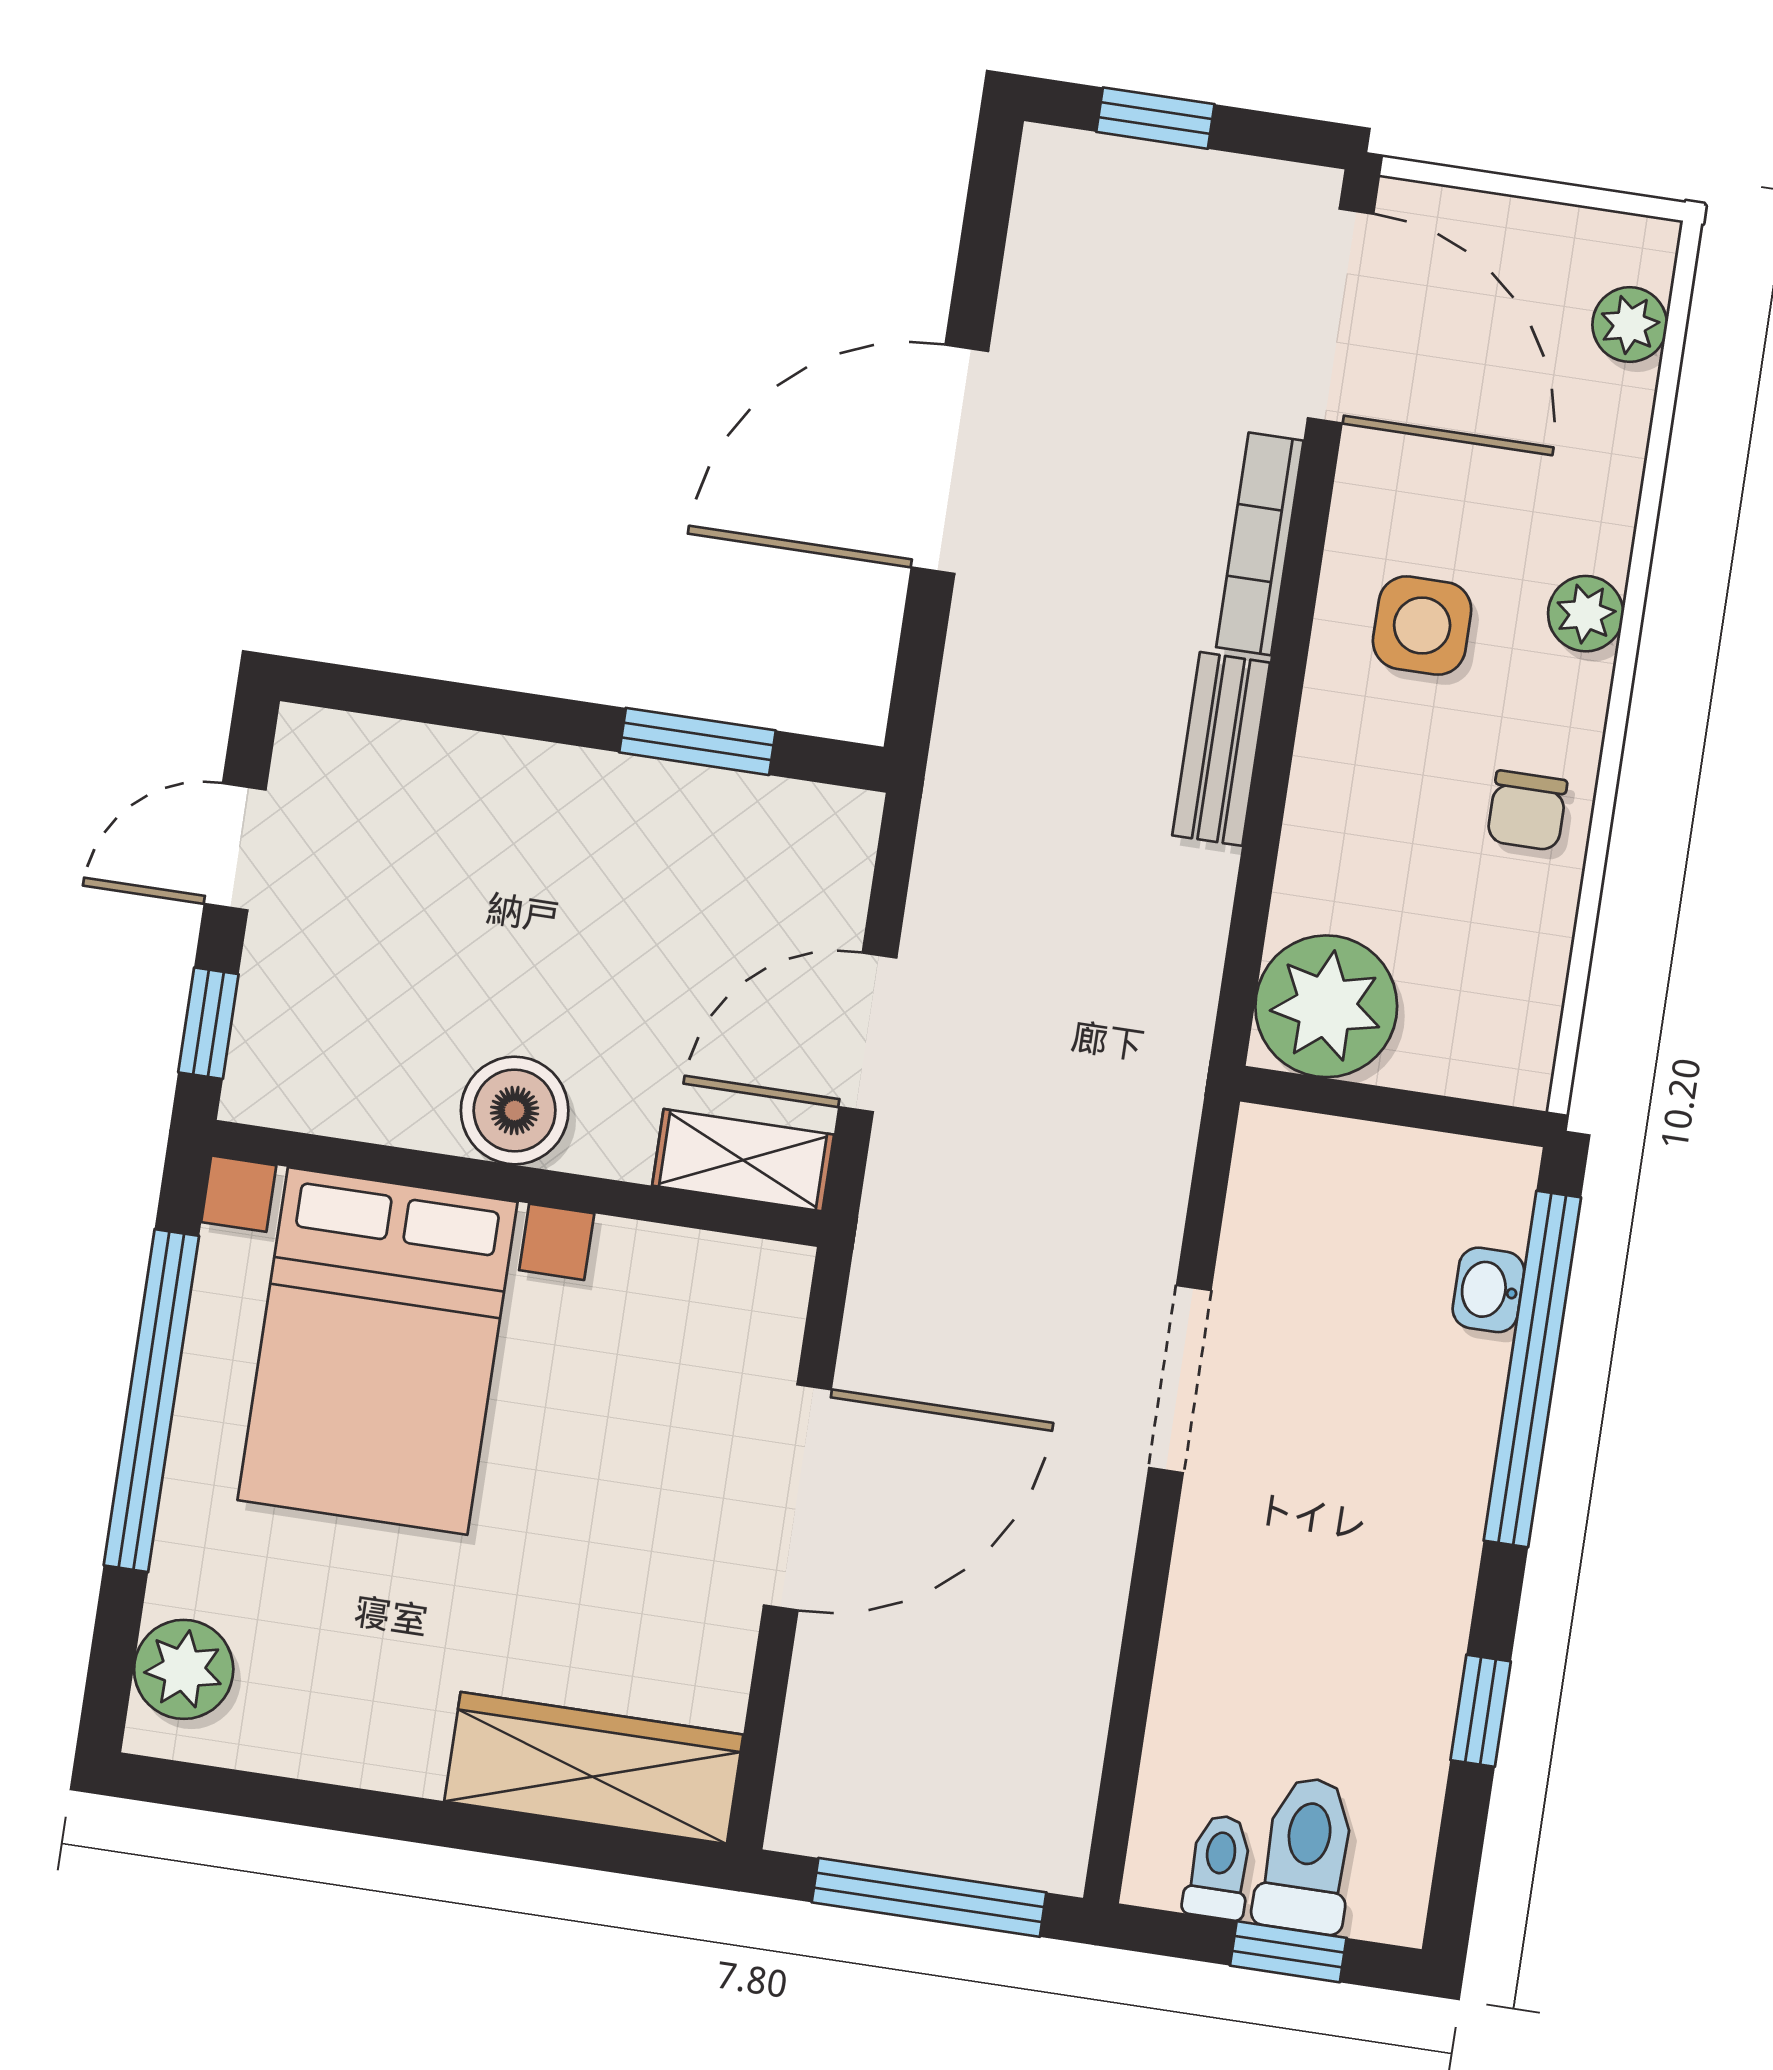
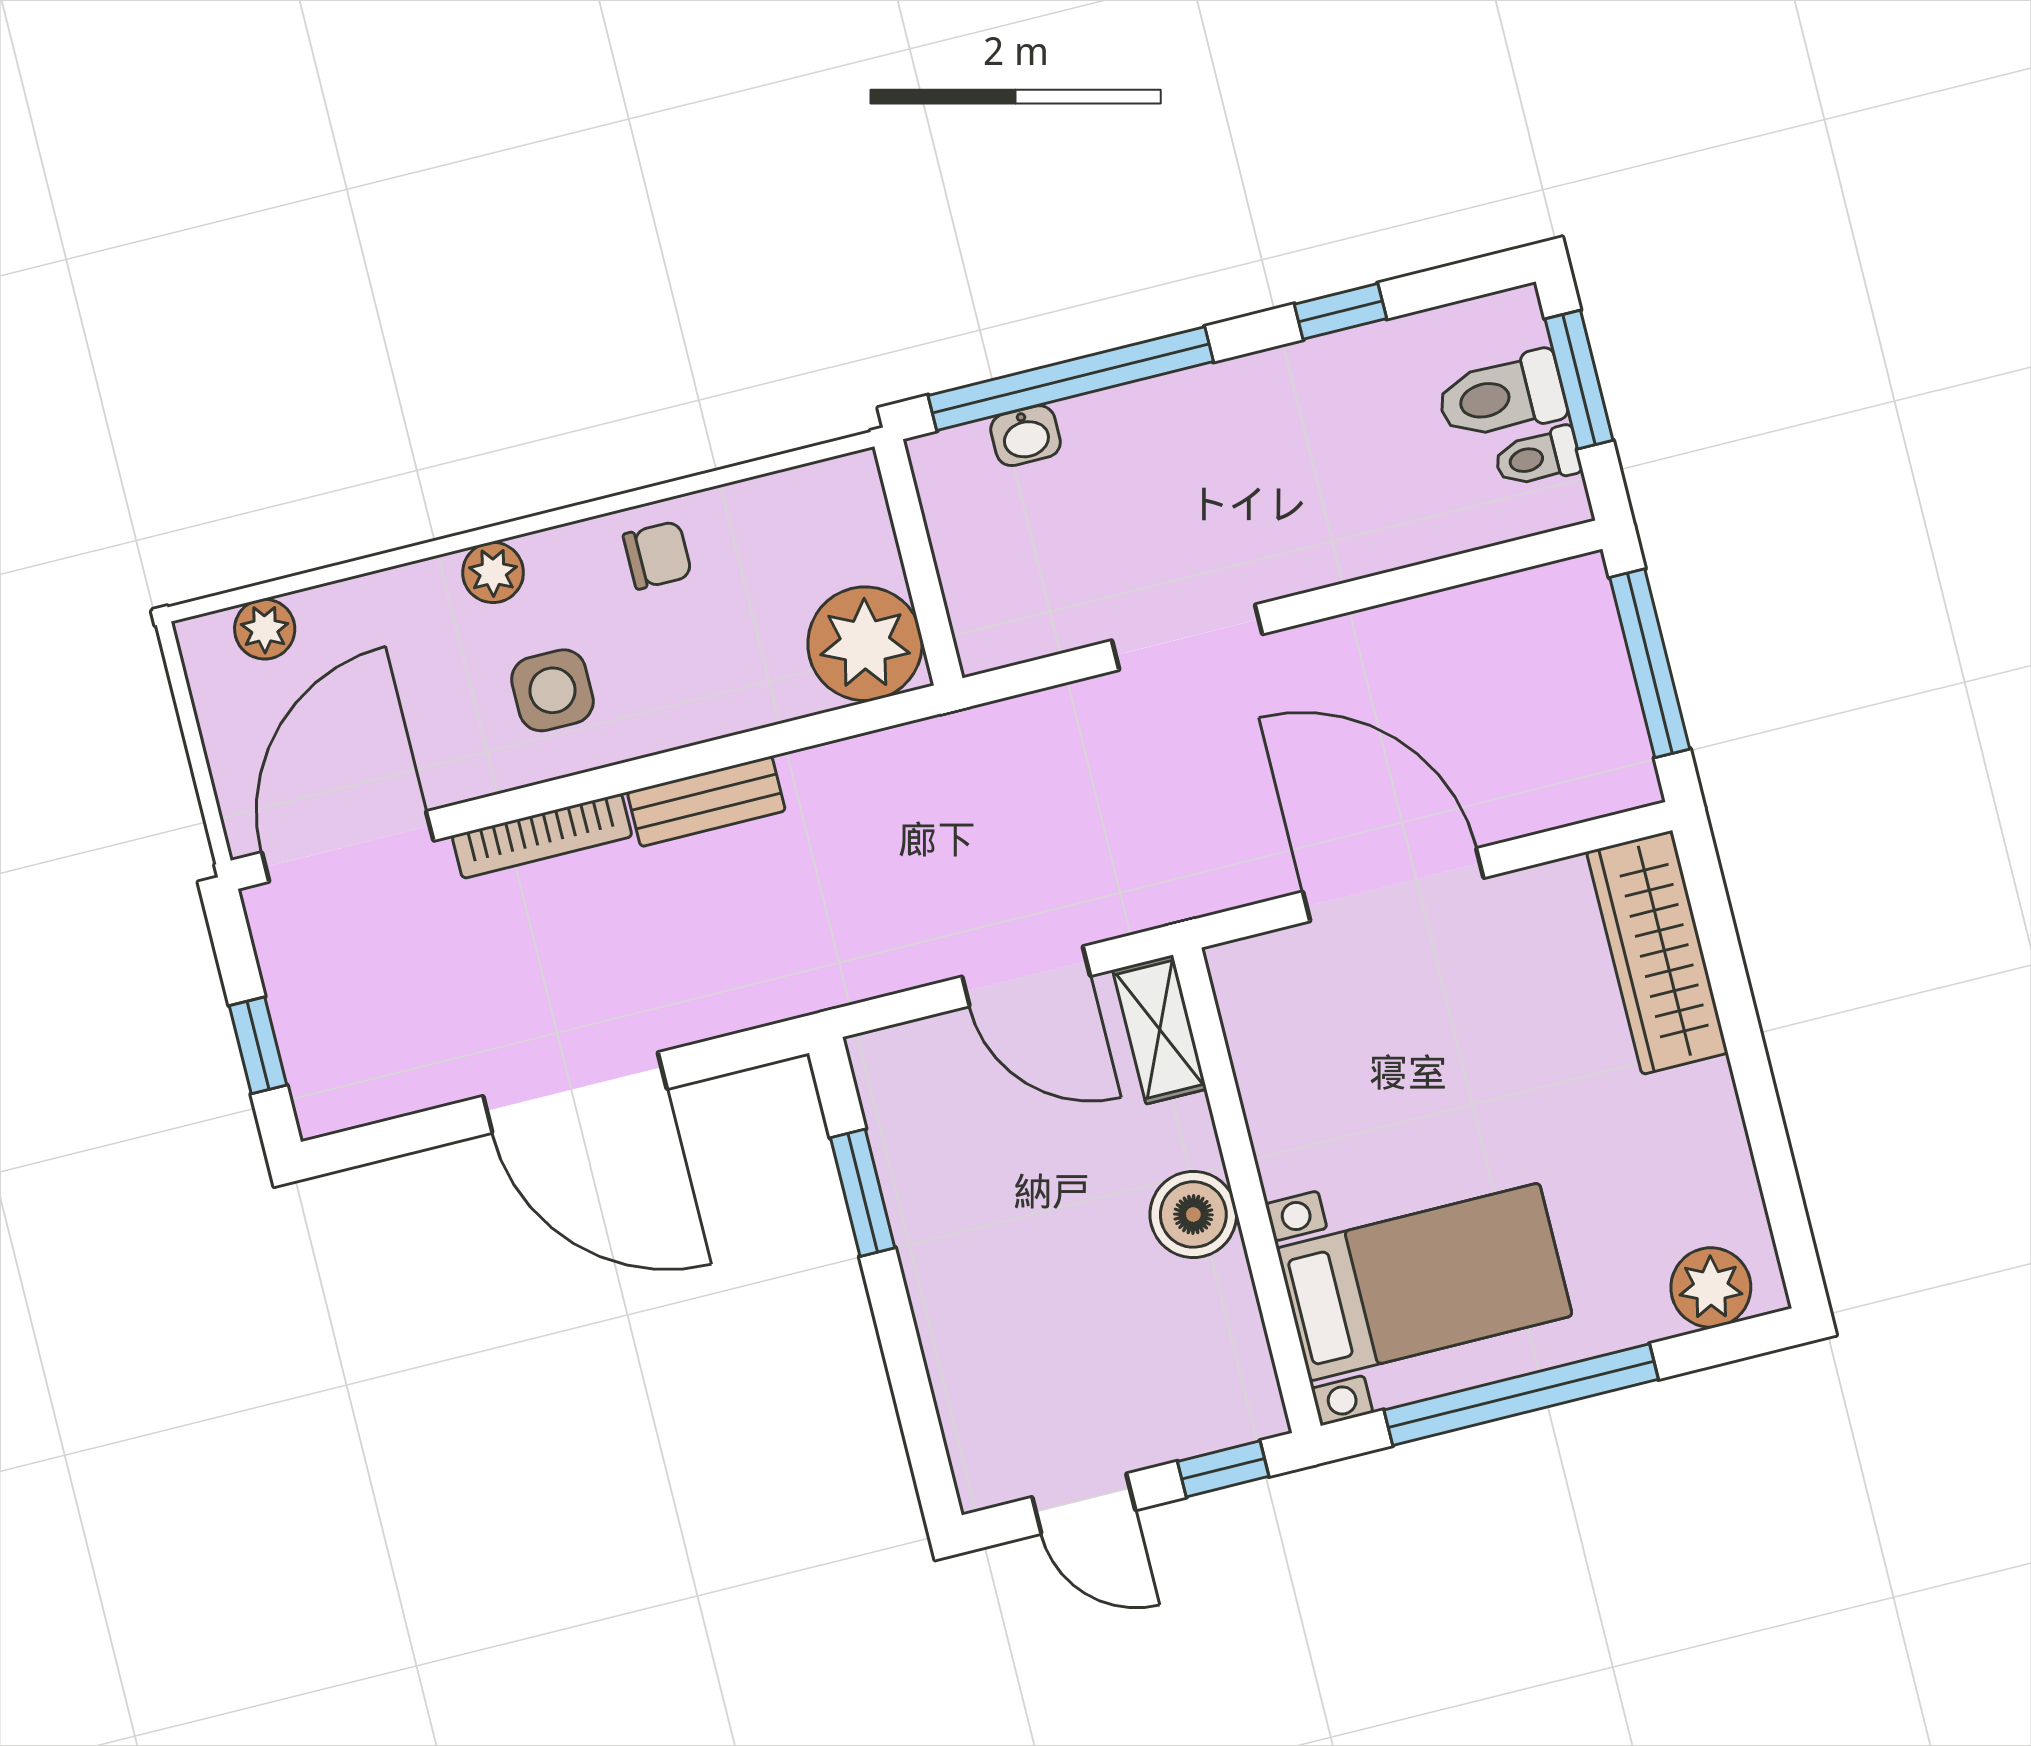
bed with nightstands: (378, 1351) -> (1424, 1282), width x0.73
window: (1288, 1952) -> (1579, 380), width x1.50

